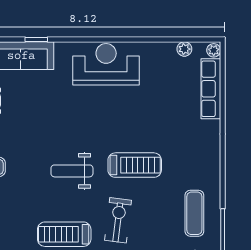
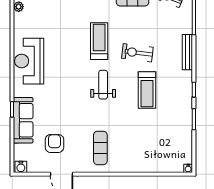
weight bench: (72, 171) -> (103, 85), turned 180

